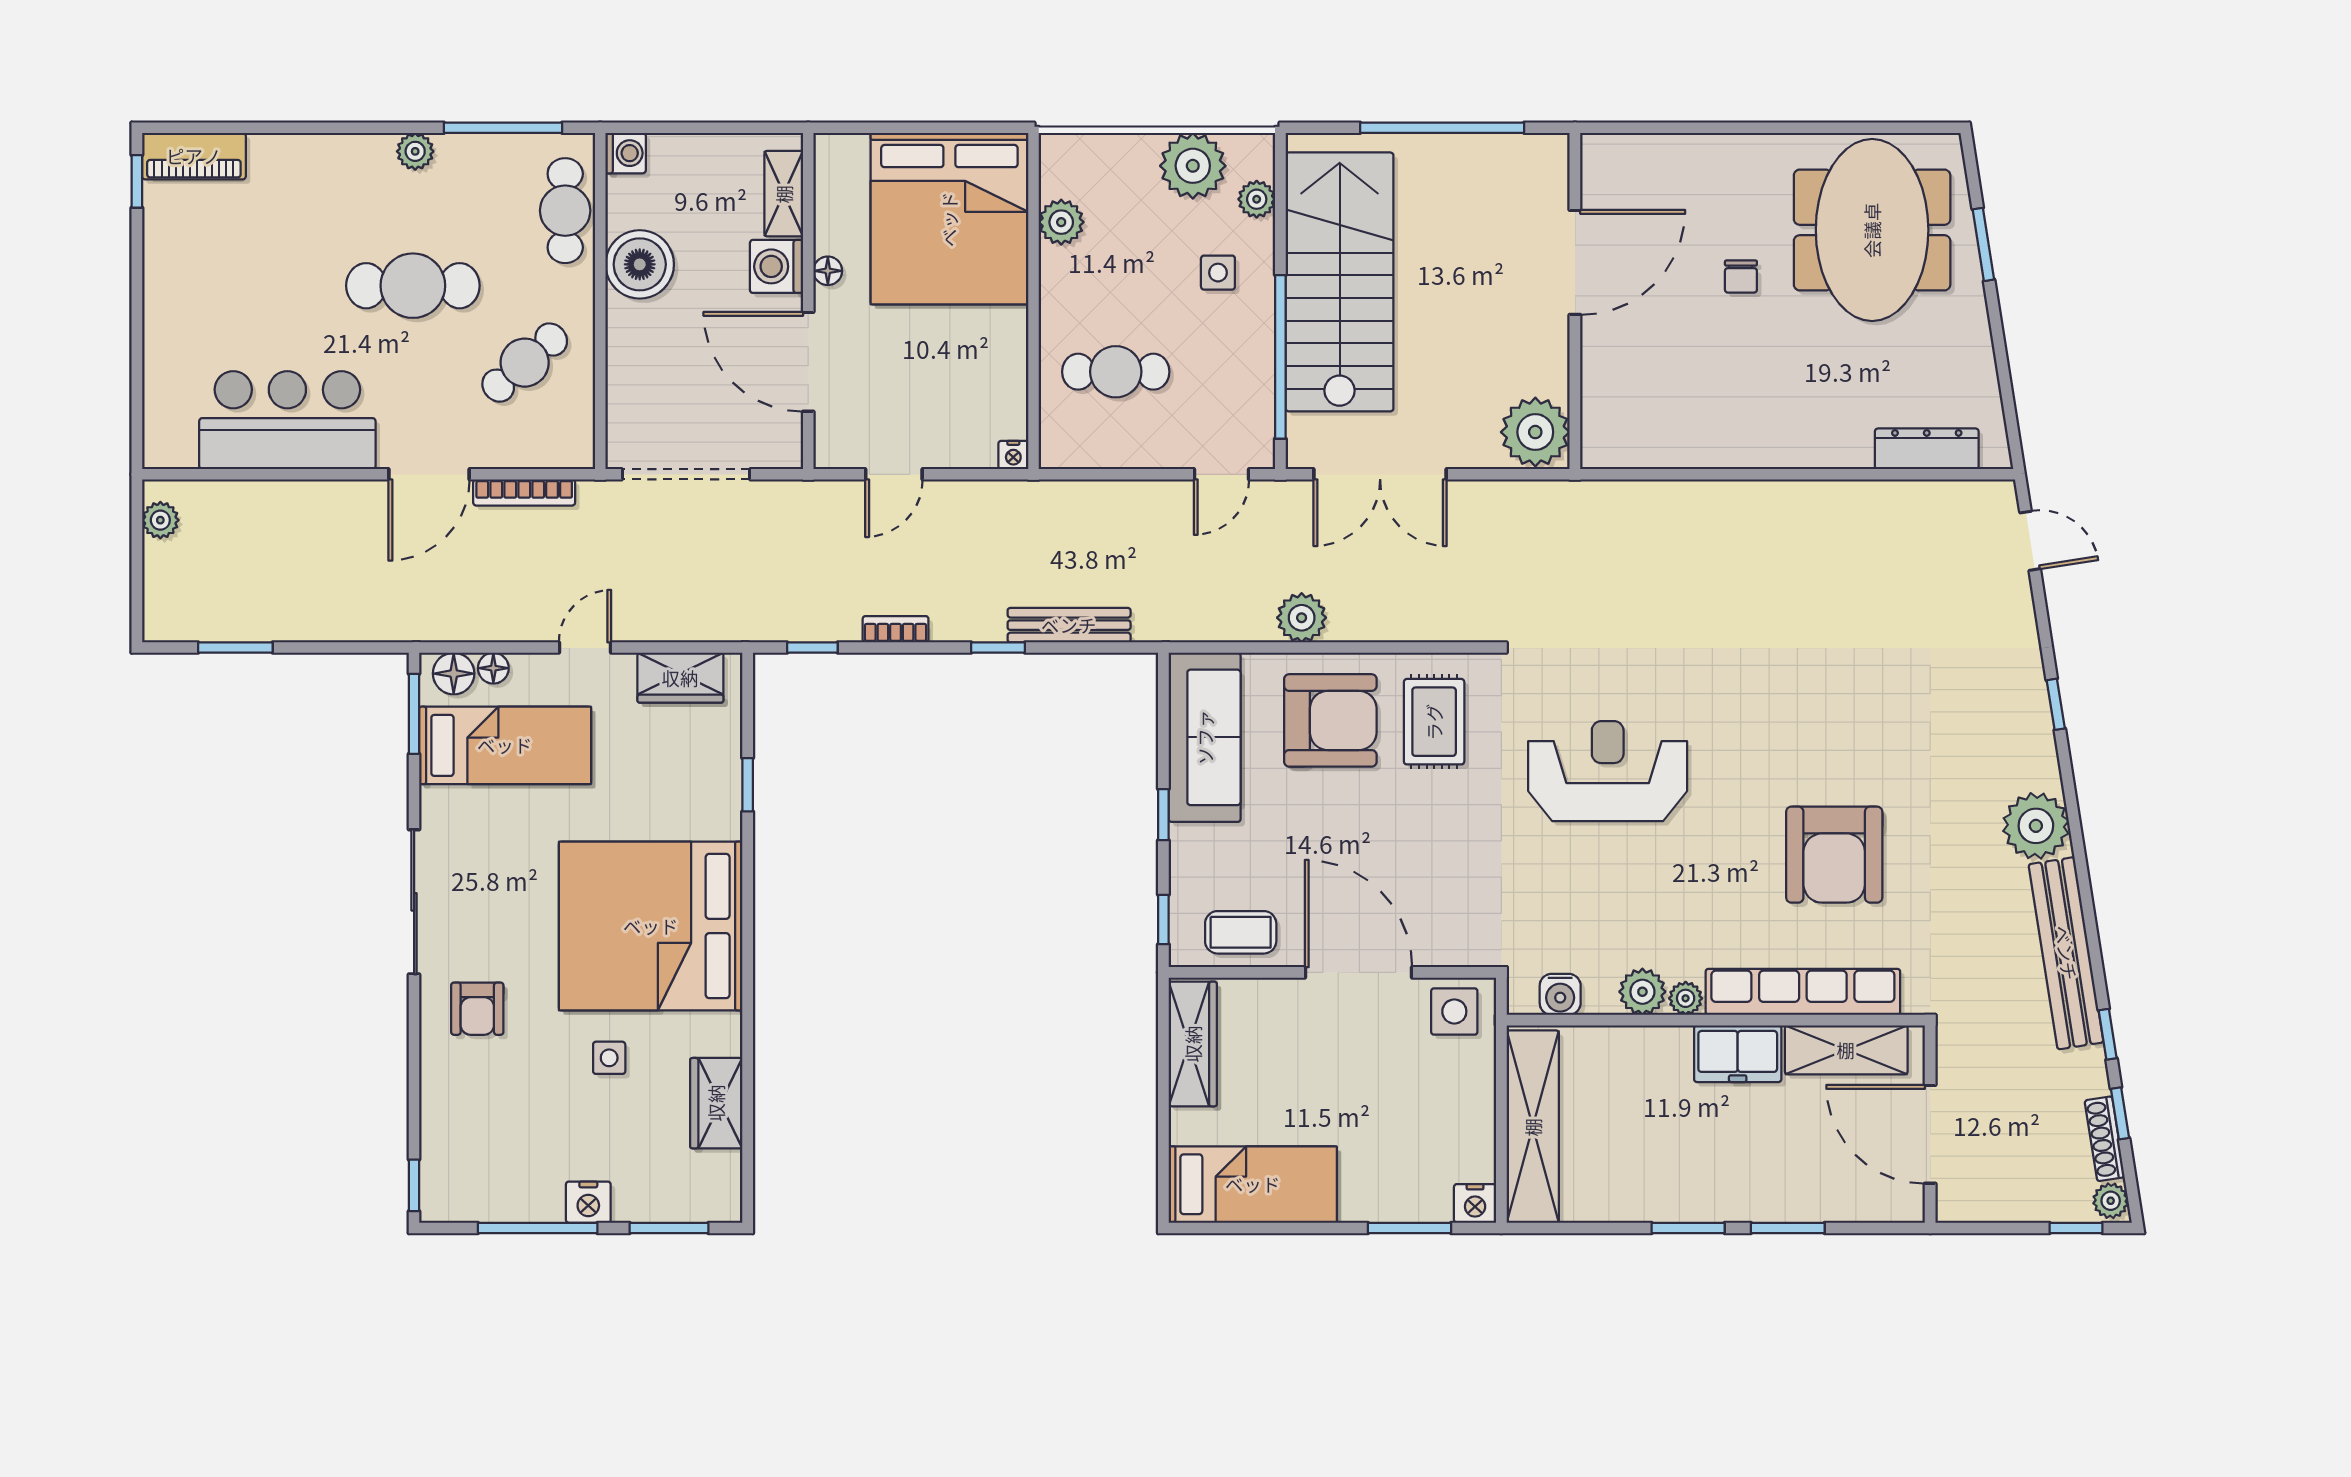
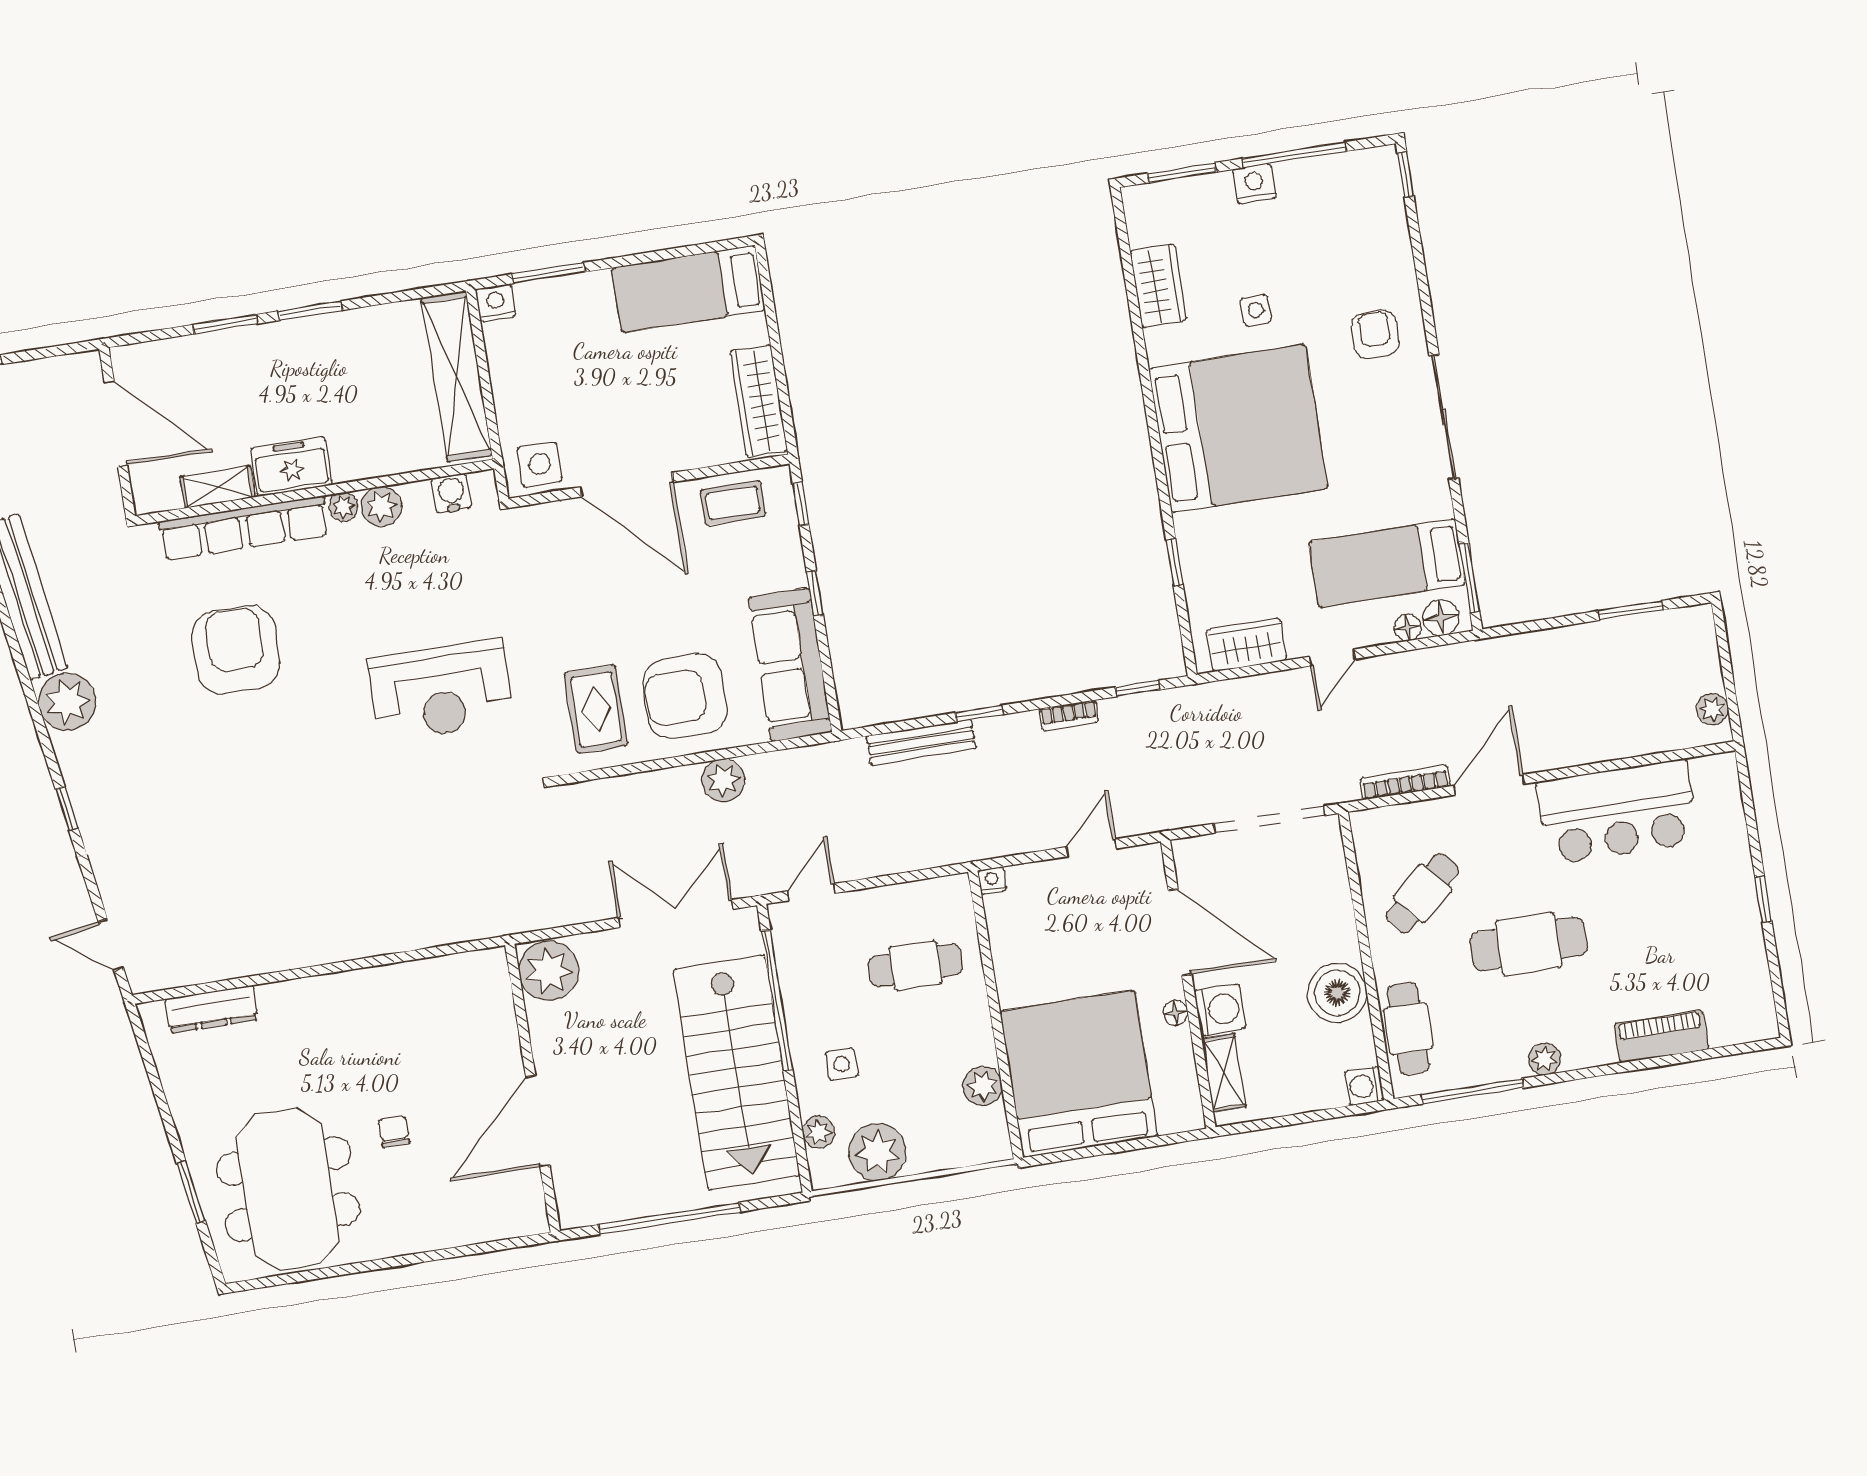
piano: (194, 156) -> (1661, 1036), moved
window: (137, 181) -> (1763, 899), moved
shelving: (1846, 1050) -> (217, 487), width x0.67, depth x0.75

